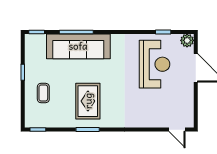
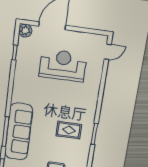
reception desk: (155, 64) -> (63, 65), moved
rug: (88, 101) -> (69, 130), width x0.73, depth x0.70

